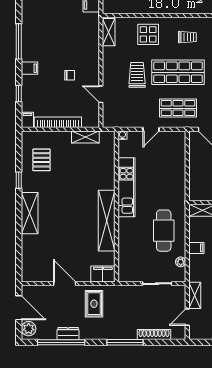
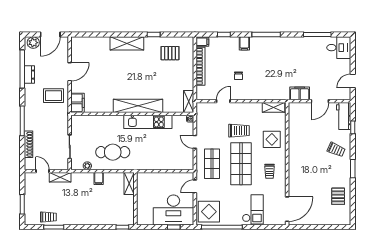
shelving: (85, 137) -> (189, 102), moved
shelving: (107, 221) -> (138, 106), moved

